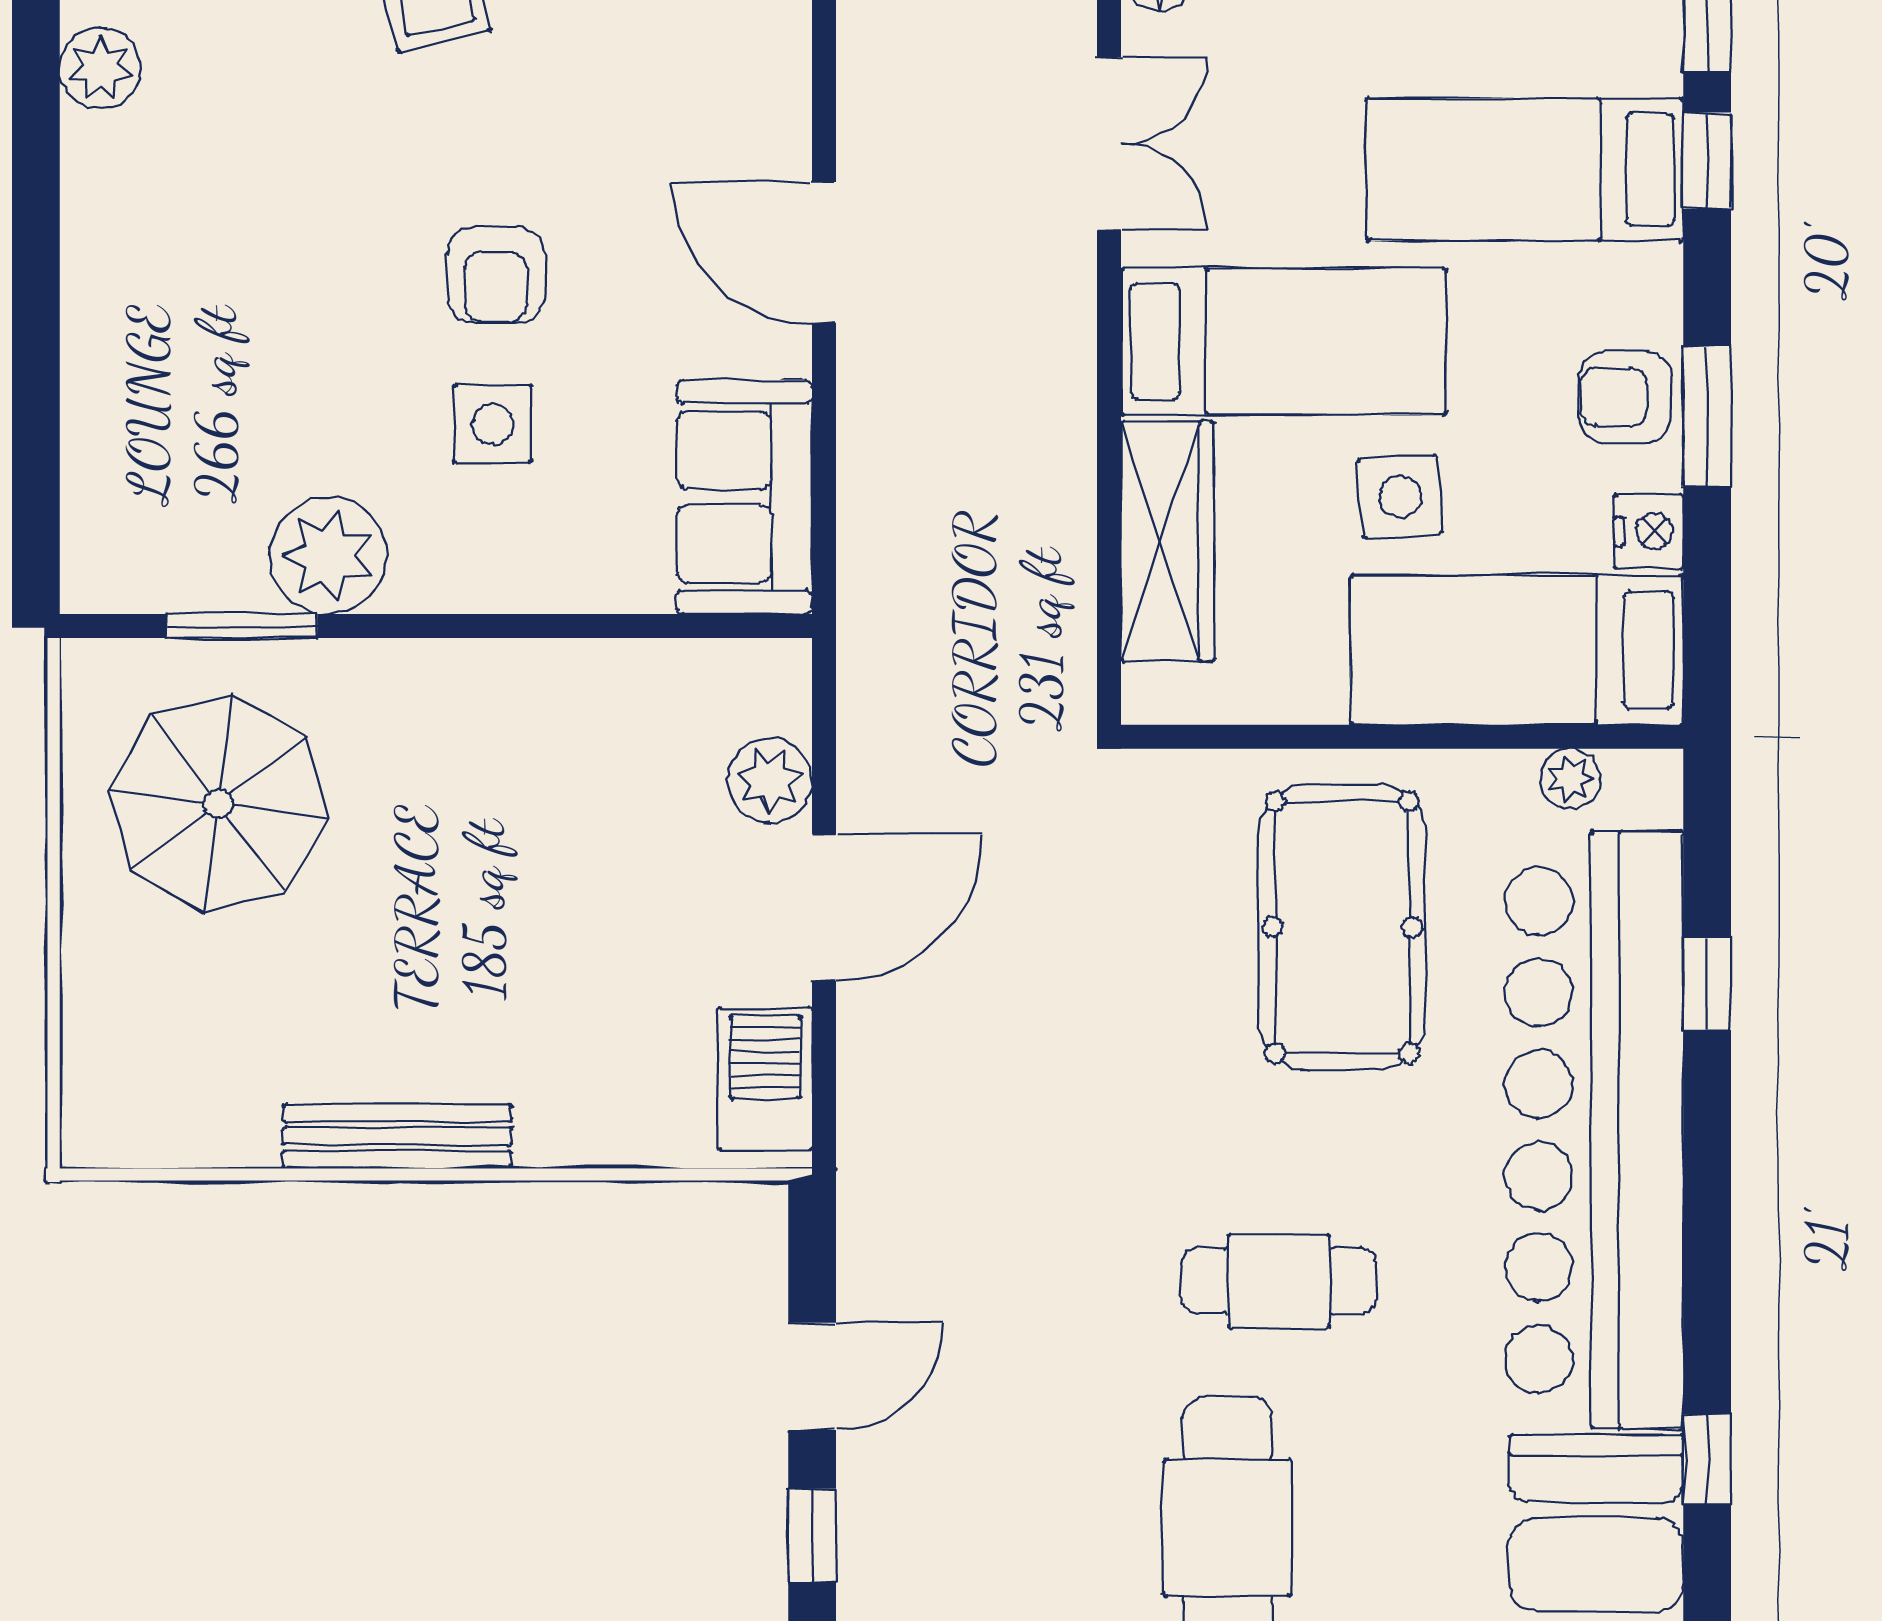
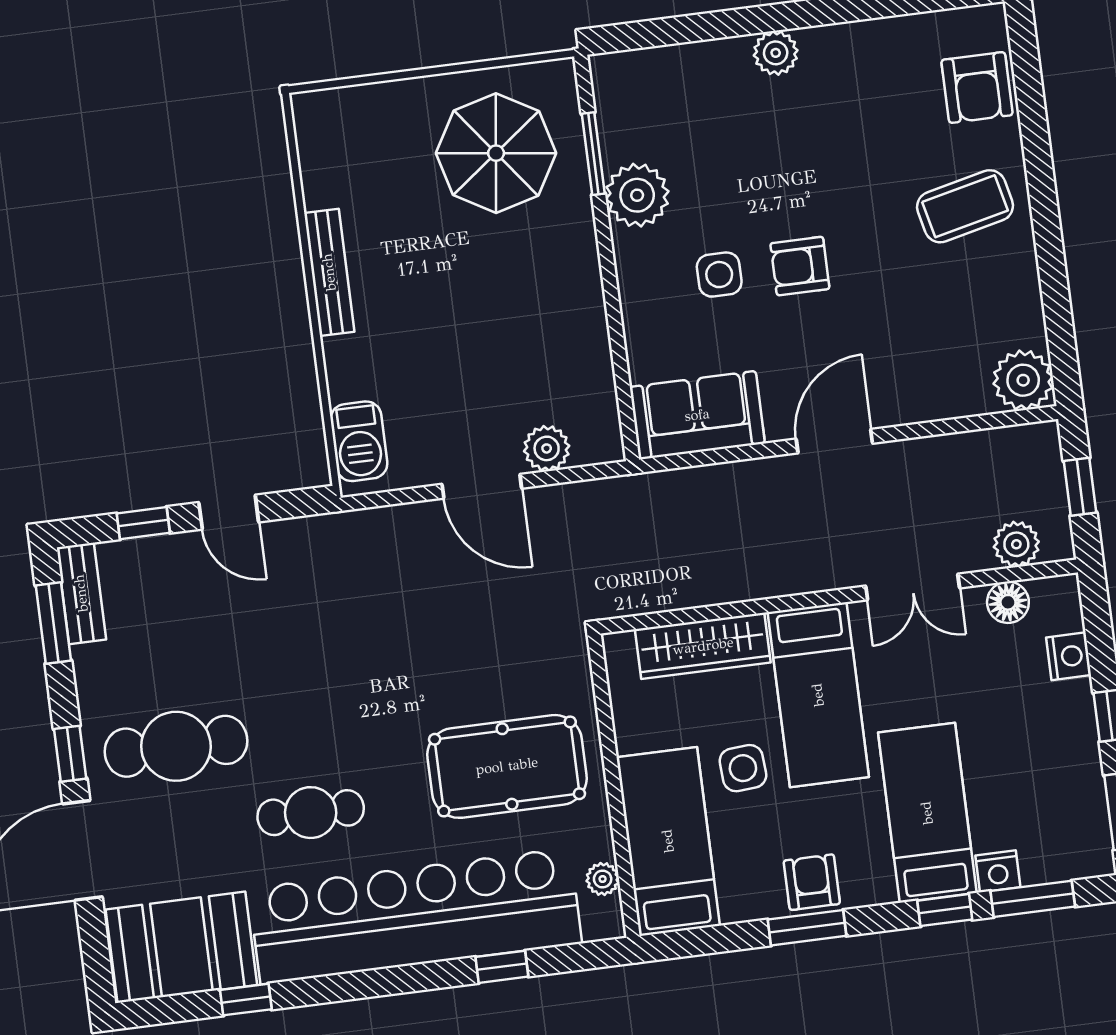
plant: (100, 68) -> (776, 53), moved
nightstand: (1649, 531) -> (998, 871), moved
barbecue: (765, 1079) -> (359, 441), moved, turned 90
cafe table: (1279, 1281) -> (311, 813), moved, turned 90

